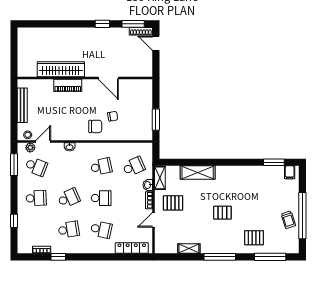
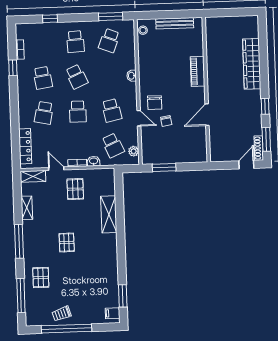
wardrobe: (61, 69) -> (252, 64), moved, turned 180
door: (43, 142) -> (139, 118), moved
plant: (30, 148) -> (134, 151), moved
shelving: (160, 178) -> (33, 176), moved

